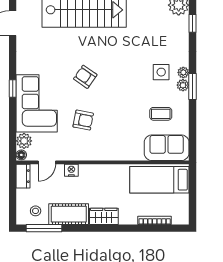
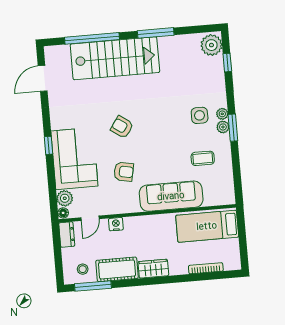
sofa: (167, 148) -> (171, 196), moved, width x1.36

